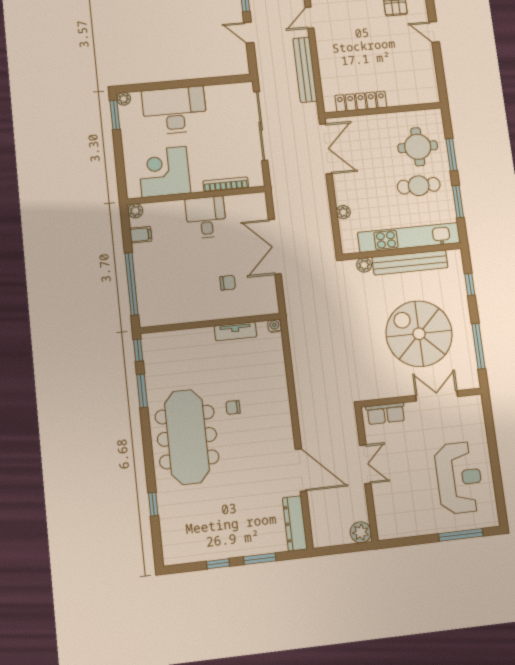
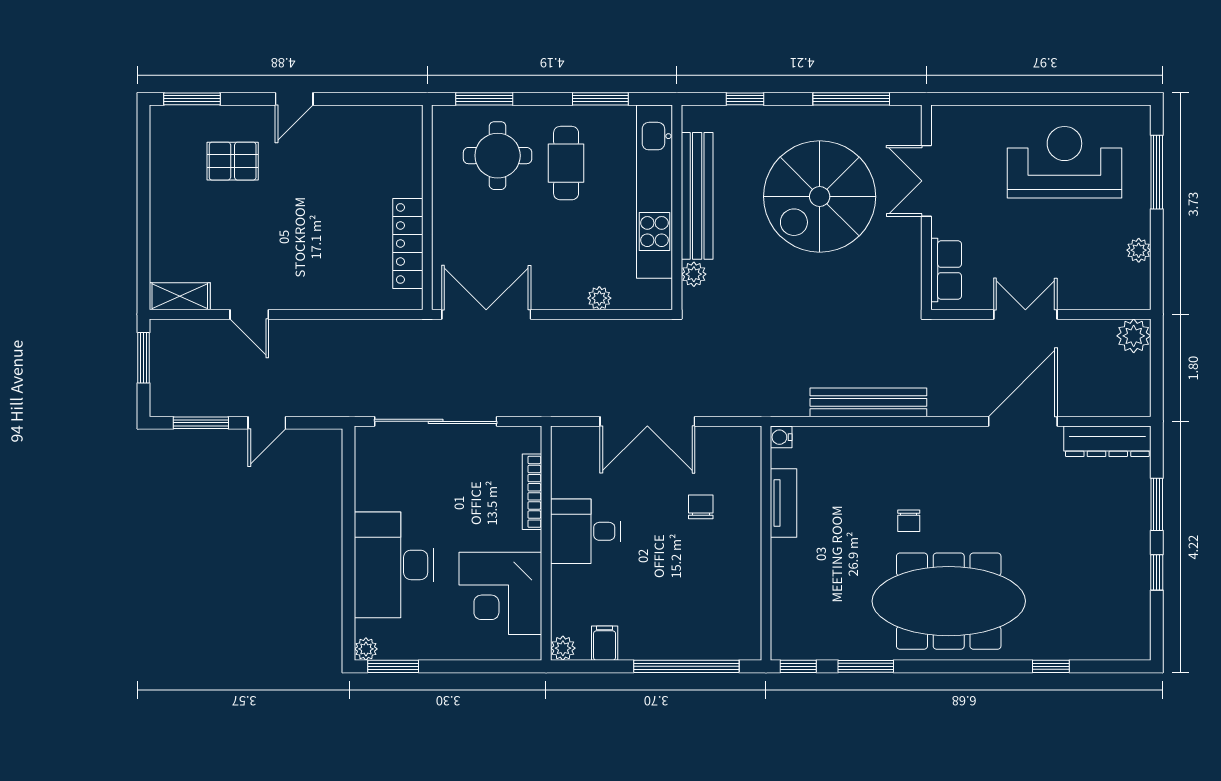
bench: (305, 70) -> (868, 402), moved
window: (451, 155) -> (484, 99), moved
plant: (413, 529) -> (1139, 250), added

